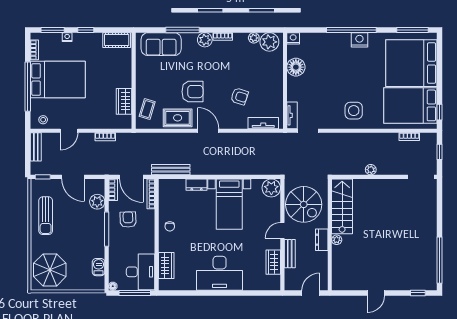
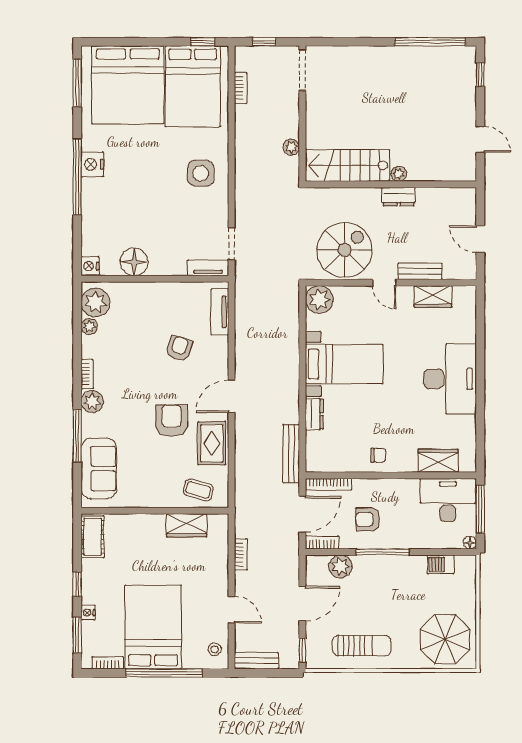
stairs: (342, 206) -> (347, 165), moved
wall: (330, 235) -> (391, 184), moved
dresser: (322, 240) -> (399, 197), moved
plant: (337, 240) -> (399, 174), moved

